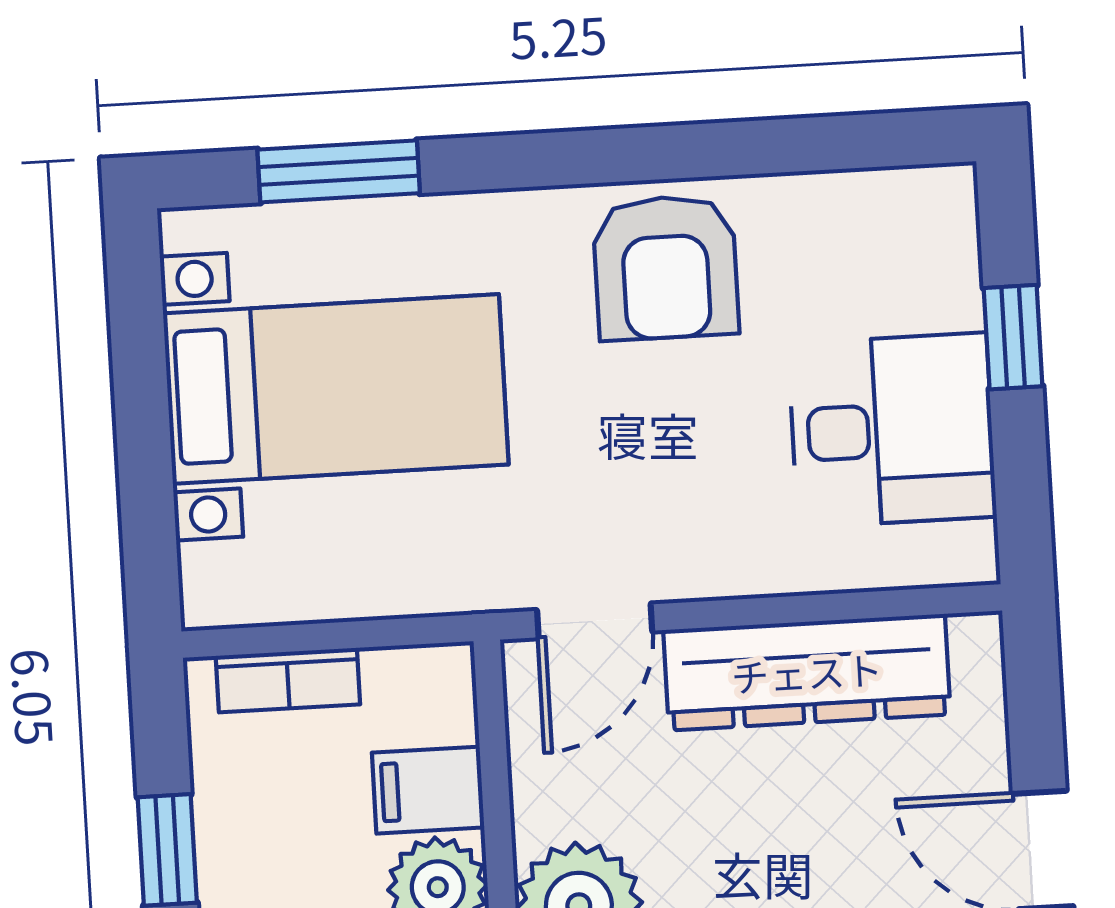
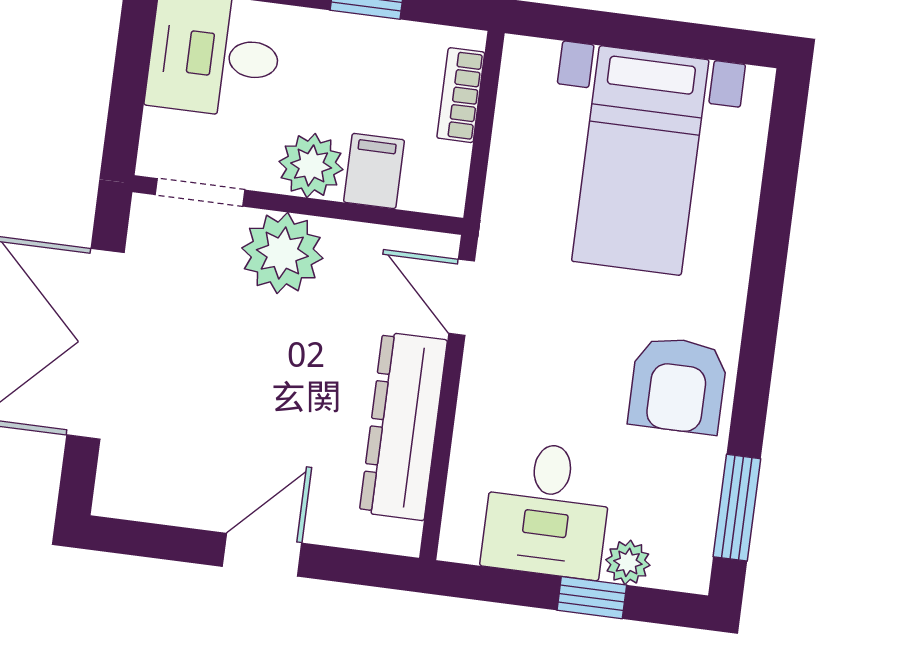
window: (339, 171) -> (737, 508), moved
armchair: (666, 268) -> (678, 385), turned -90
plant: (949, 293) -> (628, 562), added

